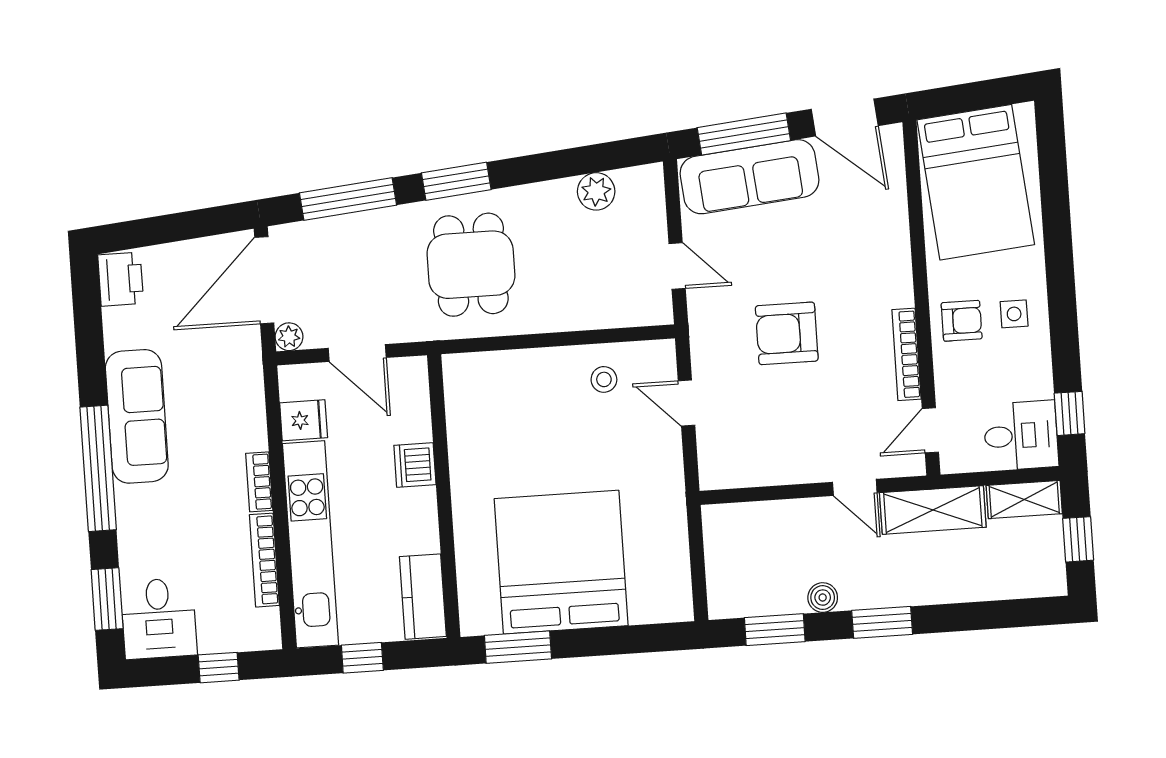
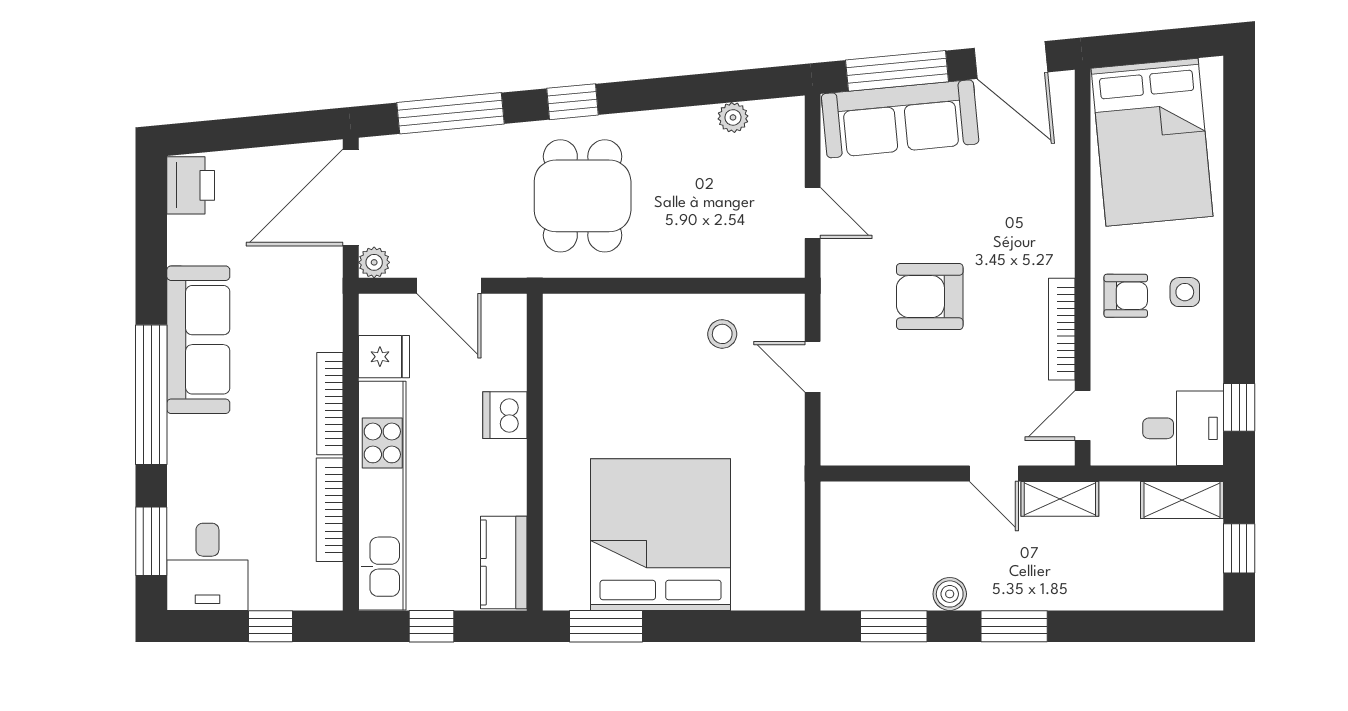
window: (456, 181) -> (573, 102), width x0.67
plant: (596, 191) -> (733, 117), width x0.73, depth x0.73
bookcase: (259, 482) -> (330, 404), width x1.56
shelving: (933, 510) -> (1060, 499), width x0.67, depth x0.75

